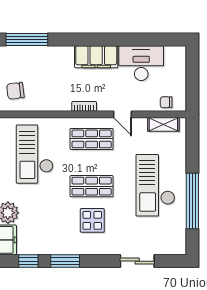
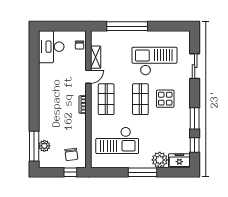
plant: (27, 54) -> (44, 146), added
filing cabinet: (96, 57) -> (47, 96), removed
desk: (141, 63) -> (51, 47), moved
shelving: (163, 124) -> (96, 57), moved
checkout: (155, 185) -> (154, 61), moved, turned 180
window: (192, 201) -> (127, 26), moved

